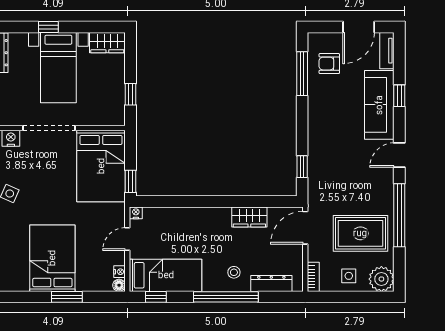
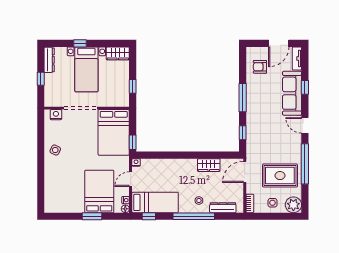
window: (302, 74) -> (243, 98), moved
door: (399, 155) -> (305, 125), hinge flipped
bed: (52, 258) -> (99, 191), moved

